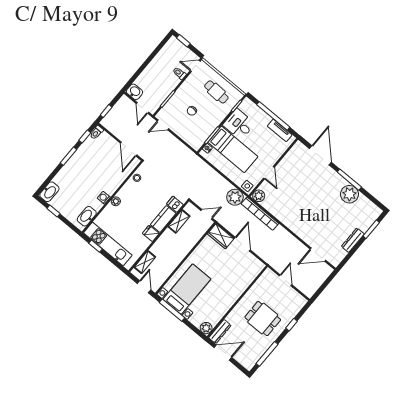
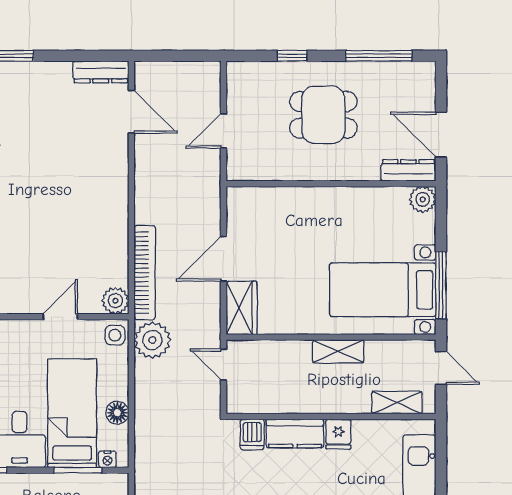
floor lamp: (220, 165) -> (117, 413), added
shelving: (179, 221) -> (338, 351), moved
dresser: (353, 240) -> (101, 72), moved
door: (144, 287) -> (441, 368), swing flipped
dining table: (263, 318) -> (323, 115), turned 90

